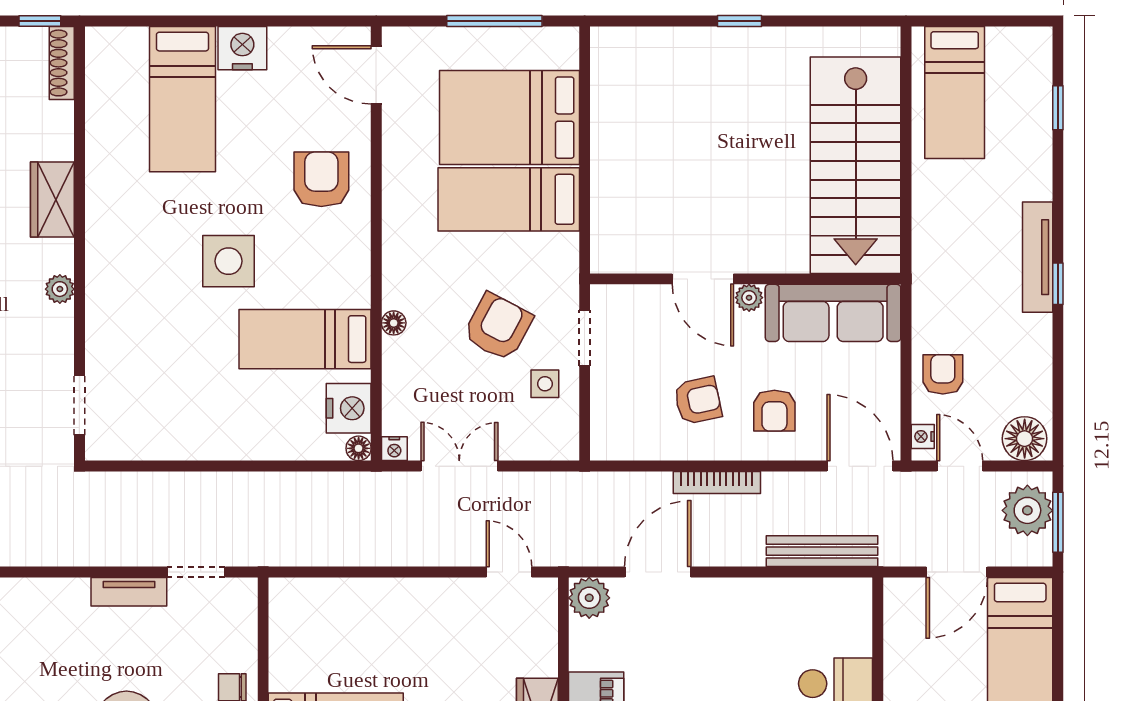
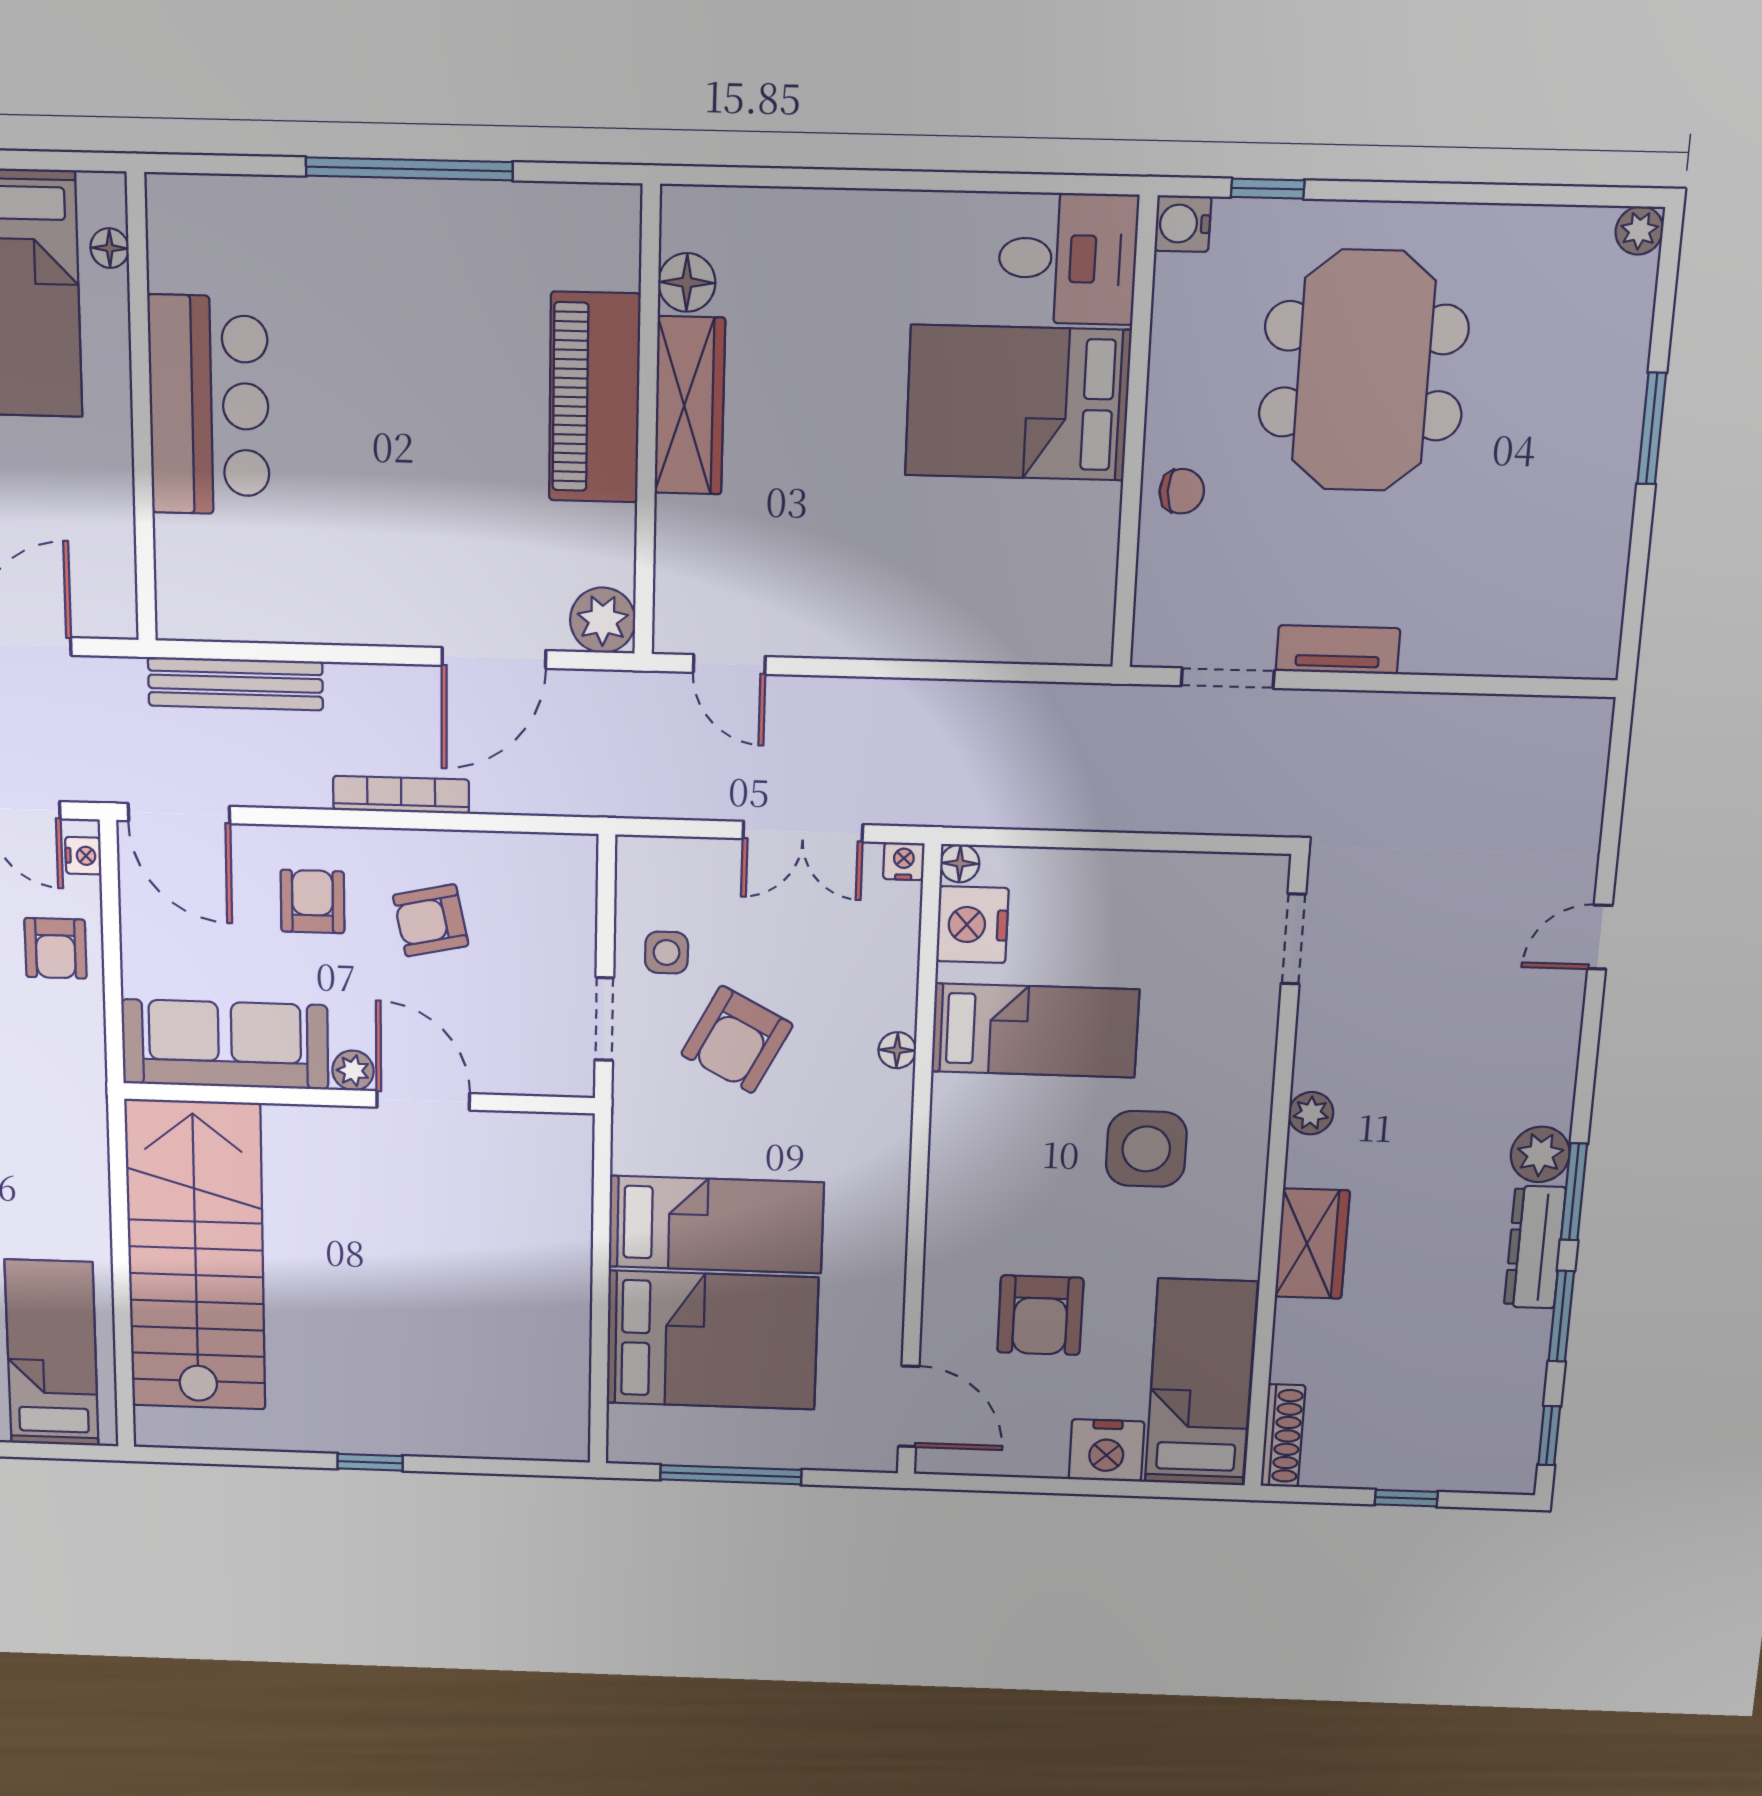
shoe rack: (62, 63) -> (1283, 1436), moved
armchair: (321, 179) -> (1040, 1315), moved
wardrobe: (52, 199) -> (1312, 1244), moved
wall: (80, 243) -> (1276, 1179), moved
plant: (60, 289) -> (1311, 1113), moved
doorway: (80, 405) -> (1293, 939), moved

